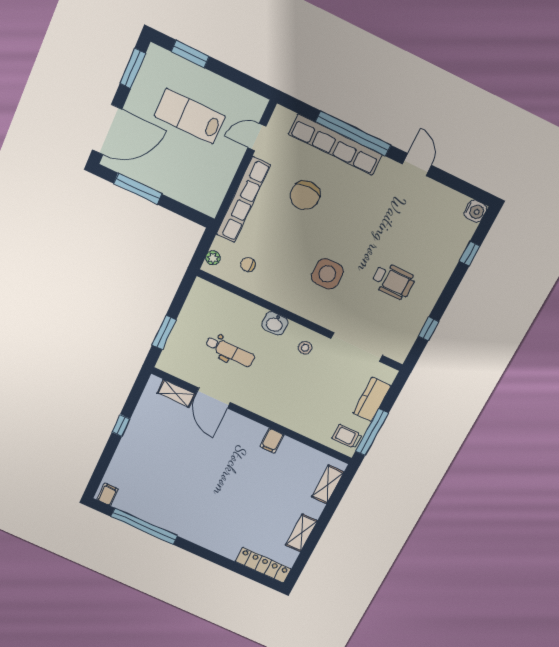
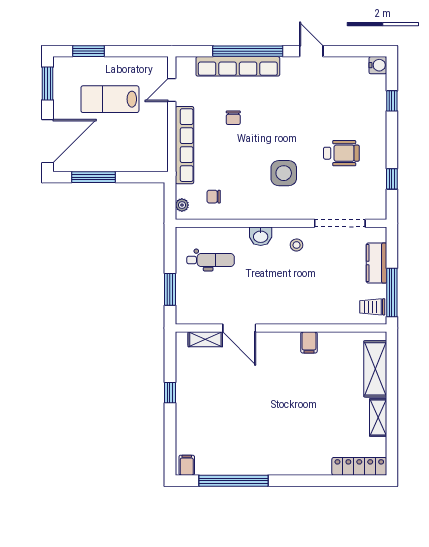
chair: (305, 195) -> (233, 118), width x0.54, depth x0.54
dental chair: (230, 351) -> (211, 260), moved
shelving: (328, 484) -> (375, 369), width x1.50, depth x1.33

